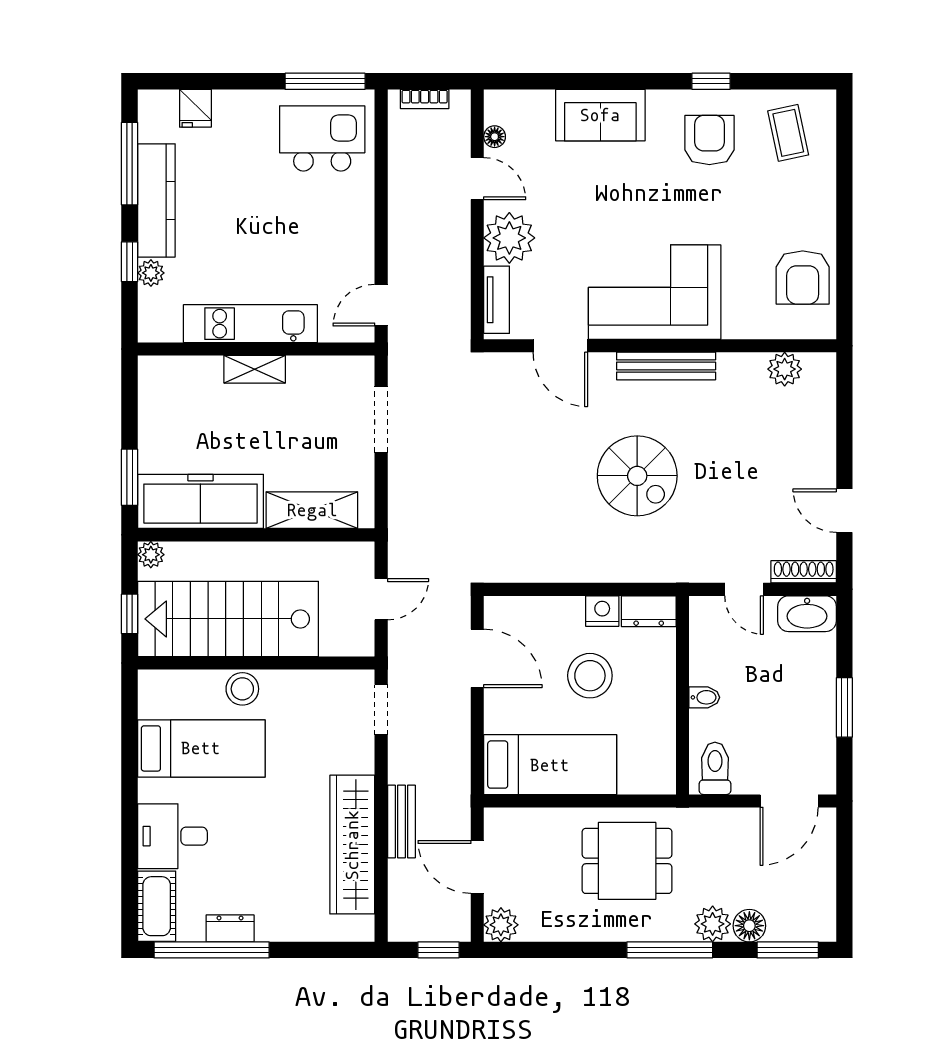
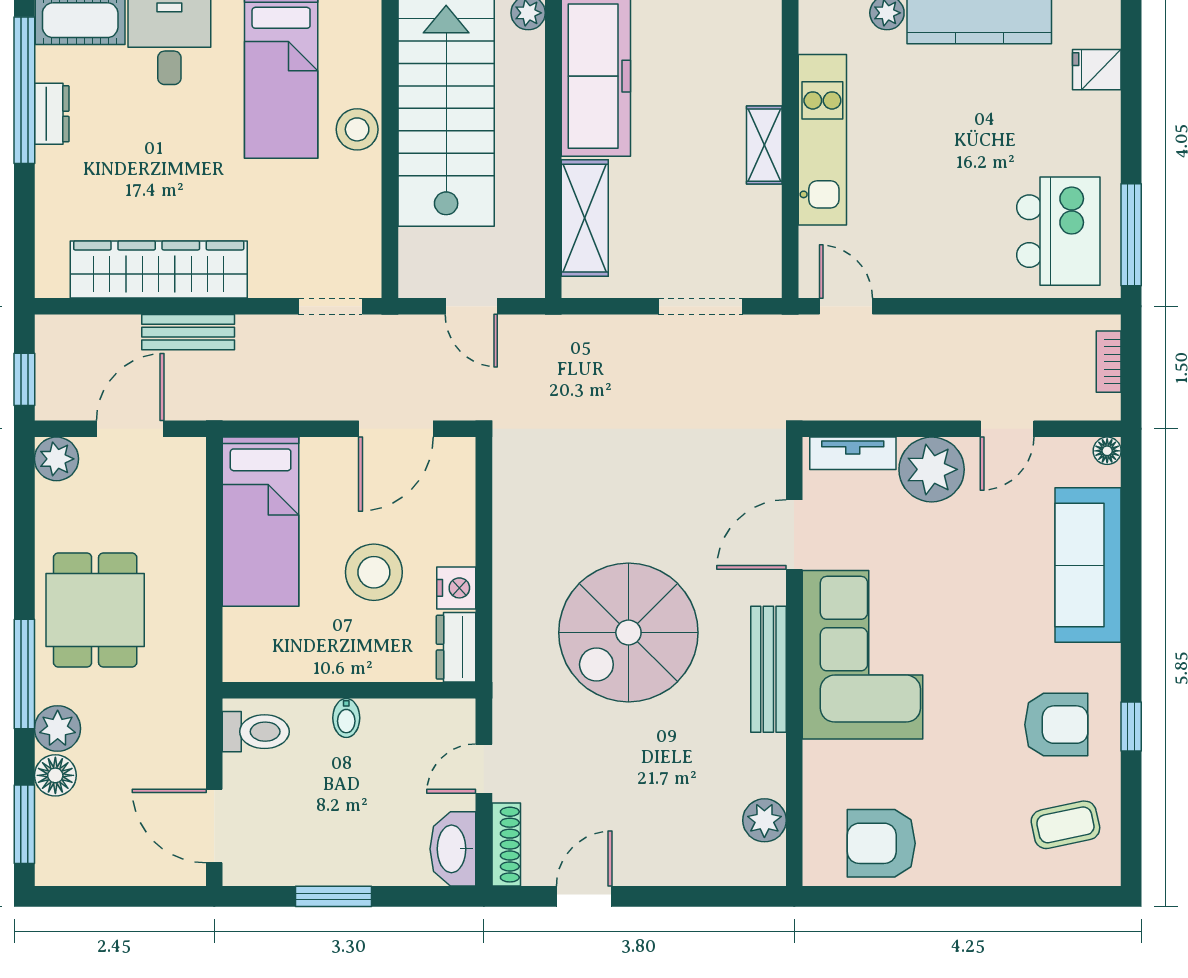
sofa: (600, 115) -> (1088, 565), width x1.36
floor lamp: (495, 137) -> (1107, 451), moved
spiral stairs: (637, 476) -> (628, 633), width x1.37, depth x1.37
dining table: (627, 861) -> (95, 610), moved

